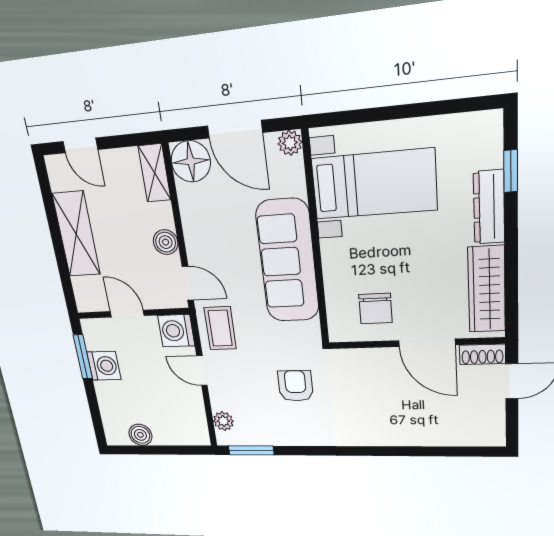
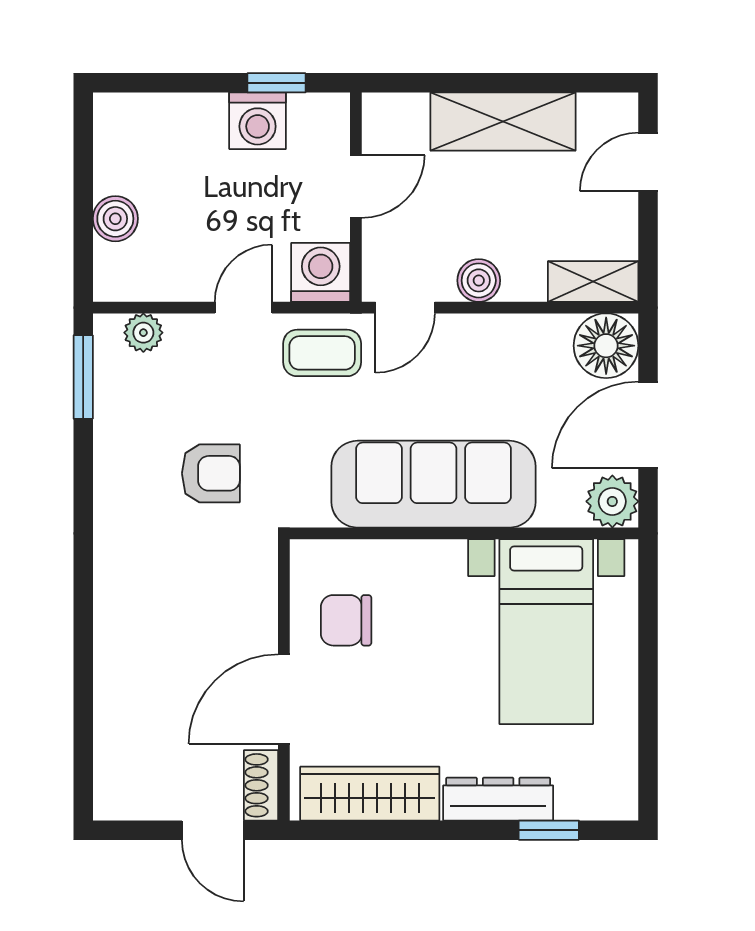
plant: (290, 143) -> (612, 501), width x1.38, depth x1.38
window: (83, 357) -> (276, 83), width x0.67
boiler: (140, 435) -> (115, 219), moved

